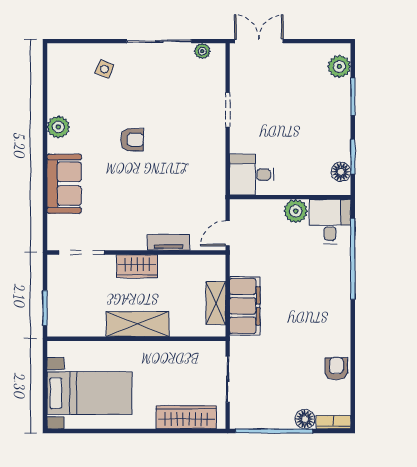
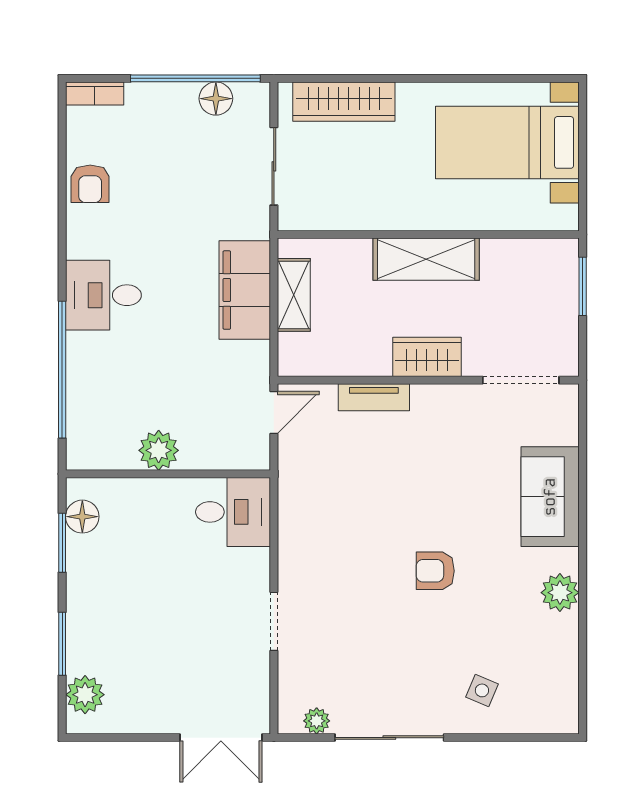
desk: (330, 222) -> (103, 295), moved, turned 90
floor lamp: (305, 419) -> (216, 99), moved

